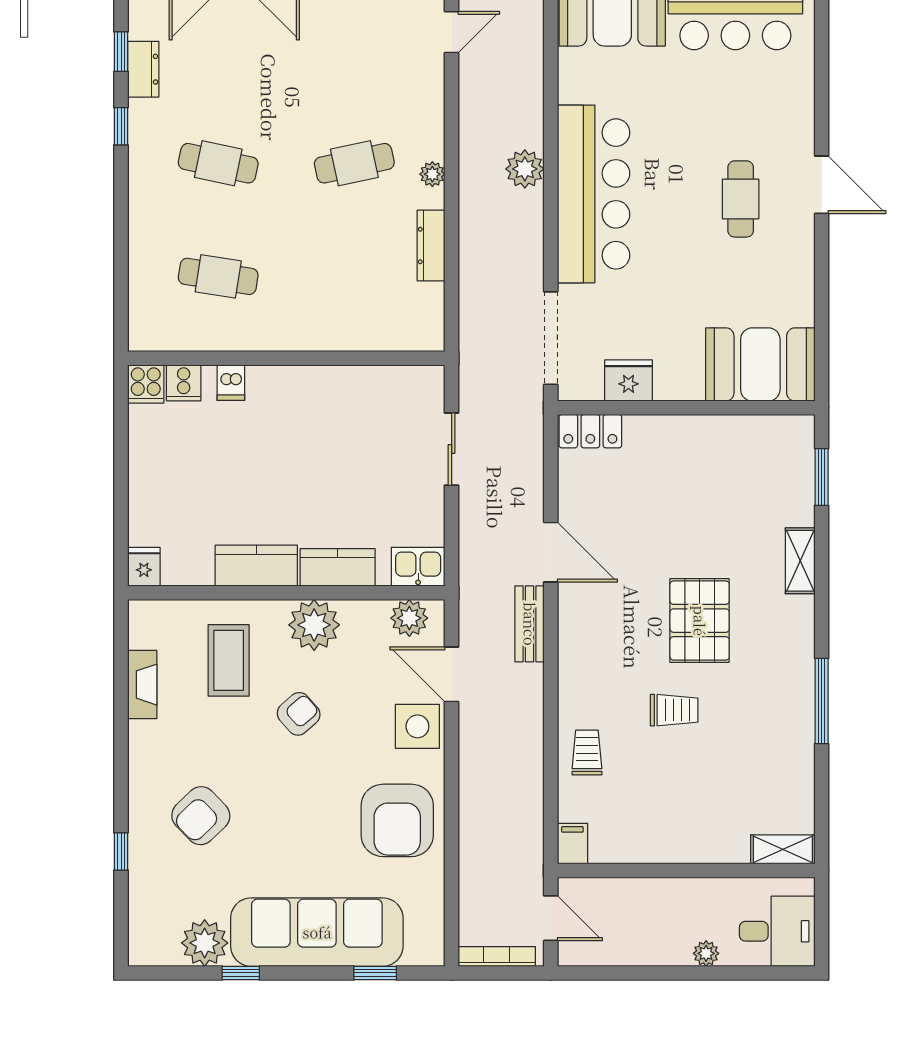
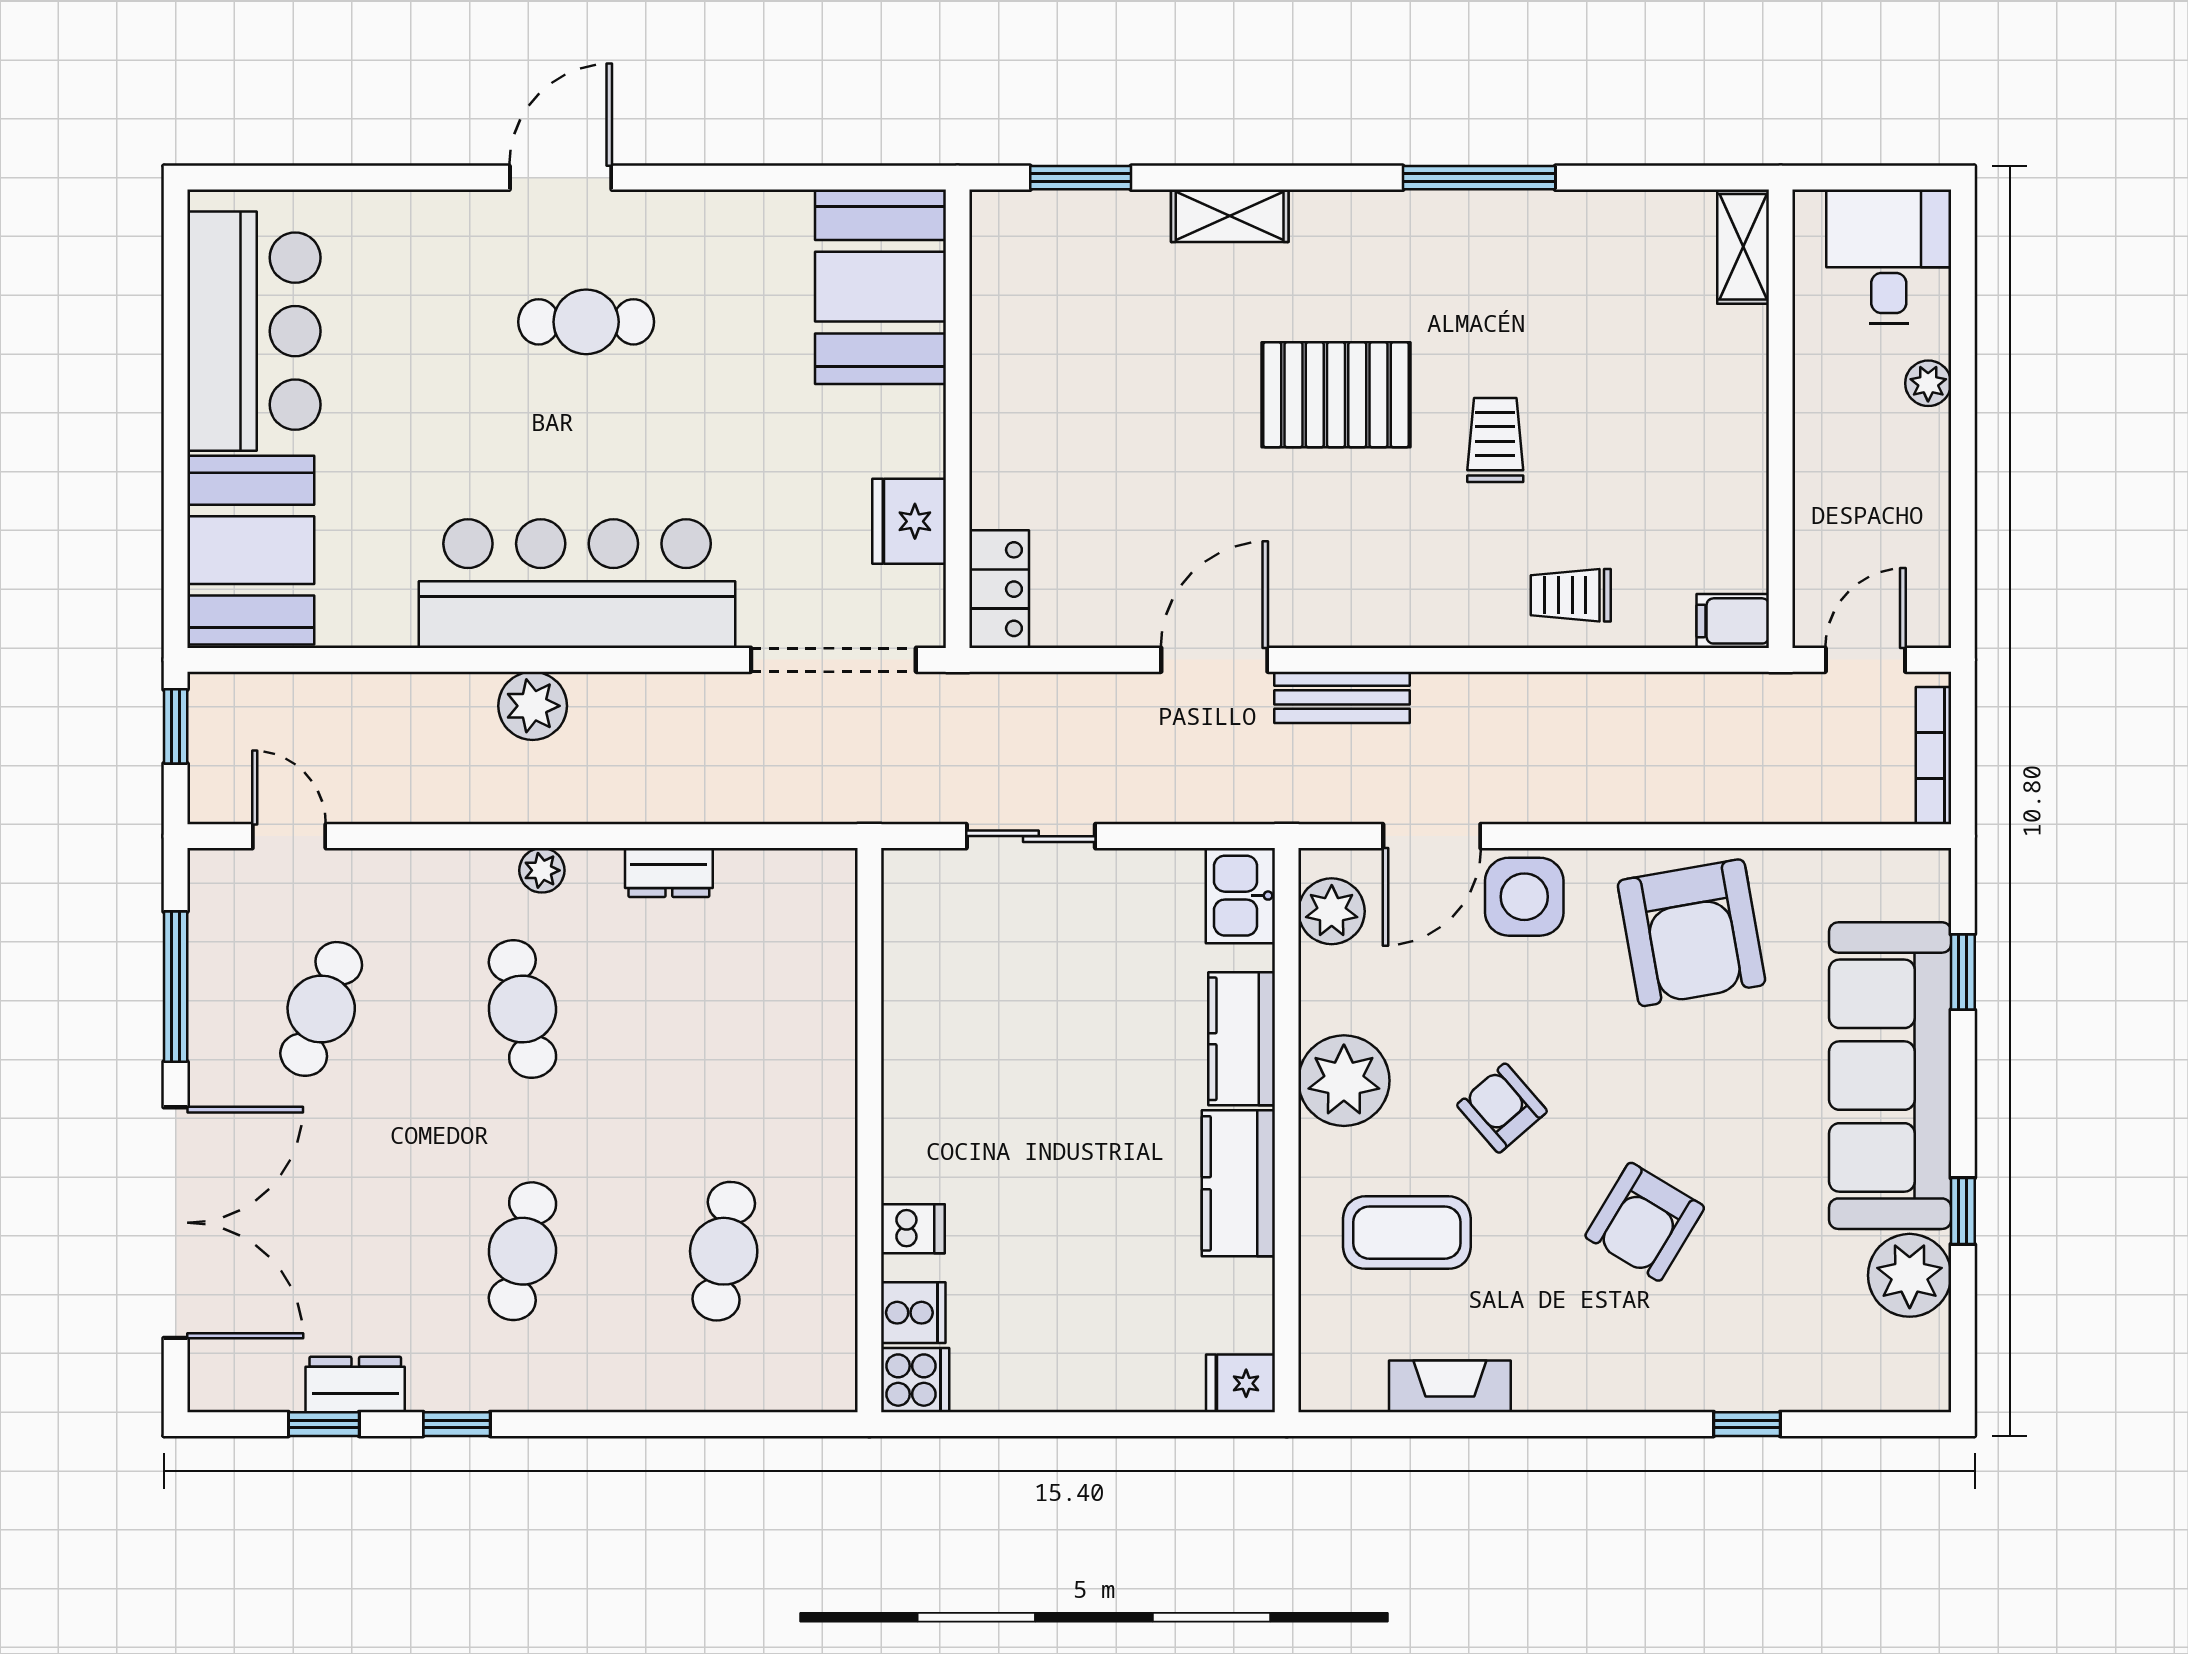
cafe table: (354, 50) -> (321, 1009), added
dresser: (431, 246) -> (669, 872), width x0.70
armchair: (201, 816) -> (1645, 1222), moved, turned 75
armchair: (397, 820) -> (1692, 933), turned 80

